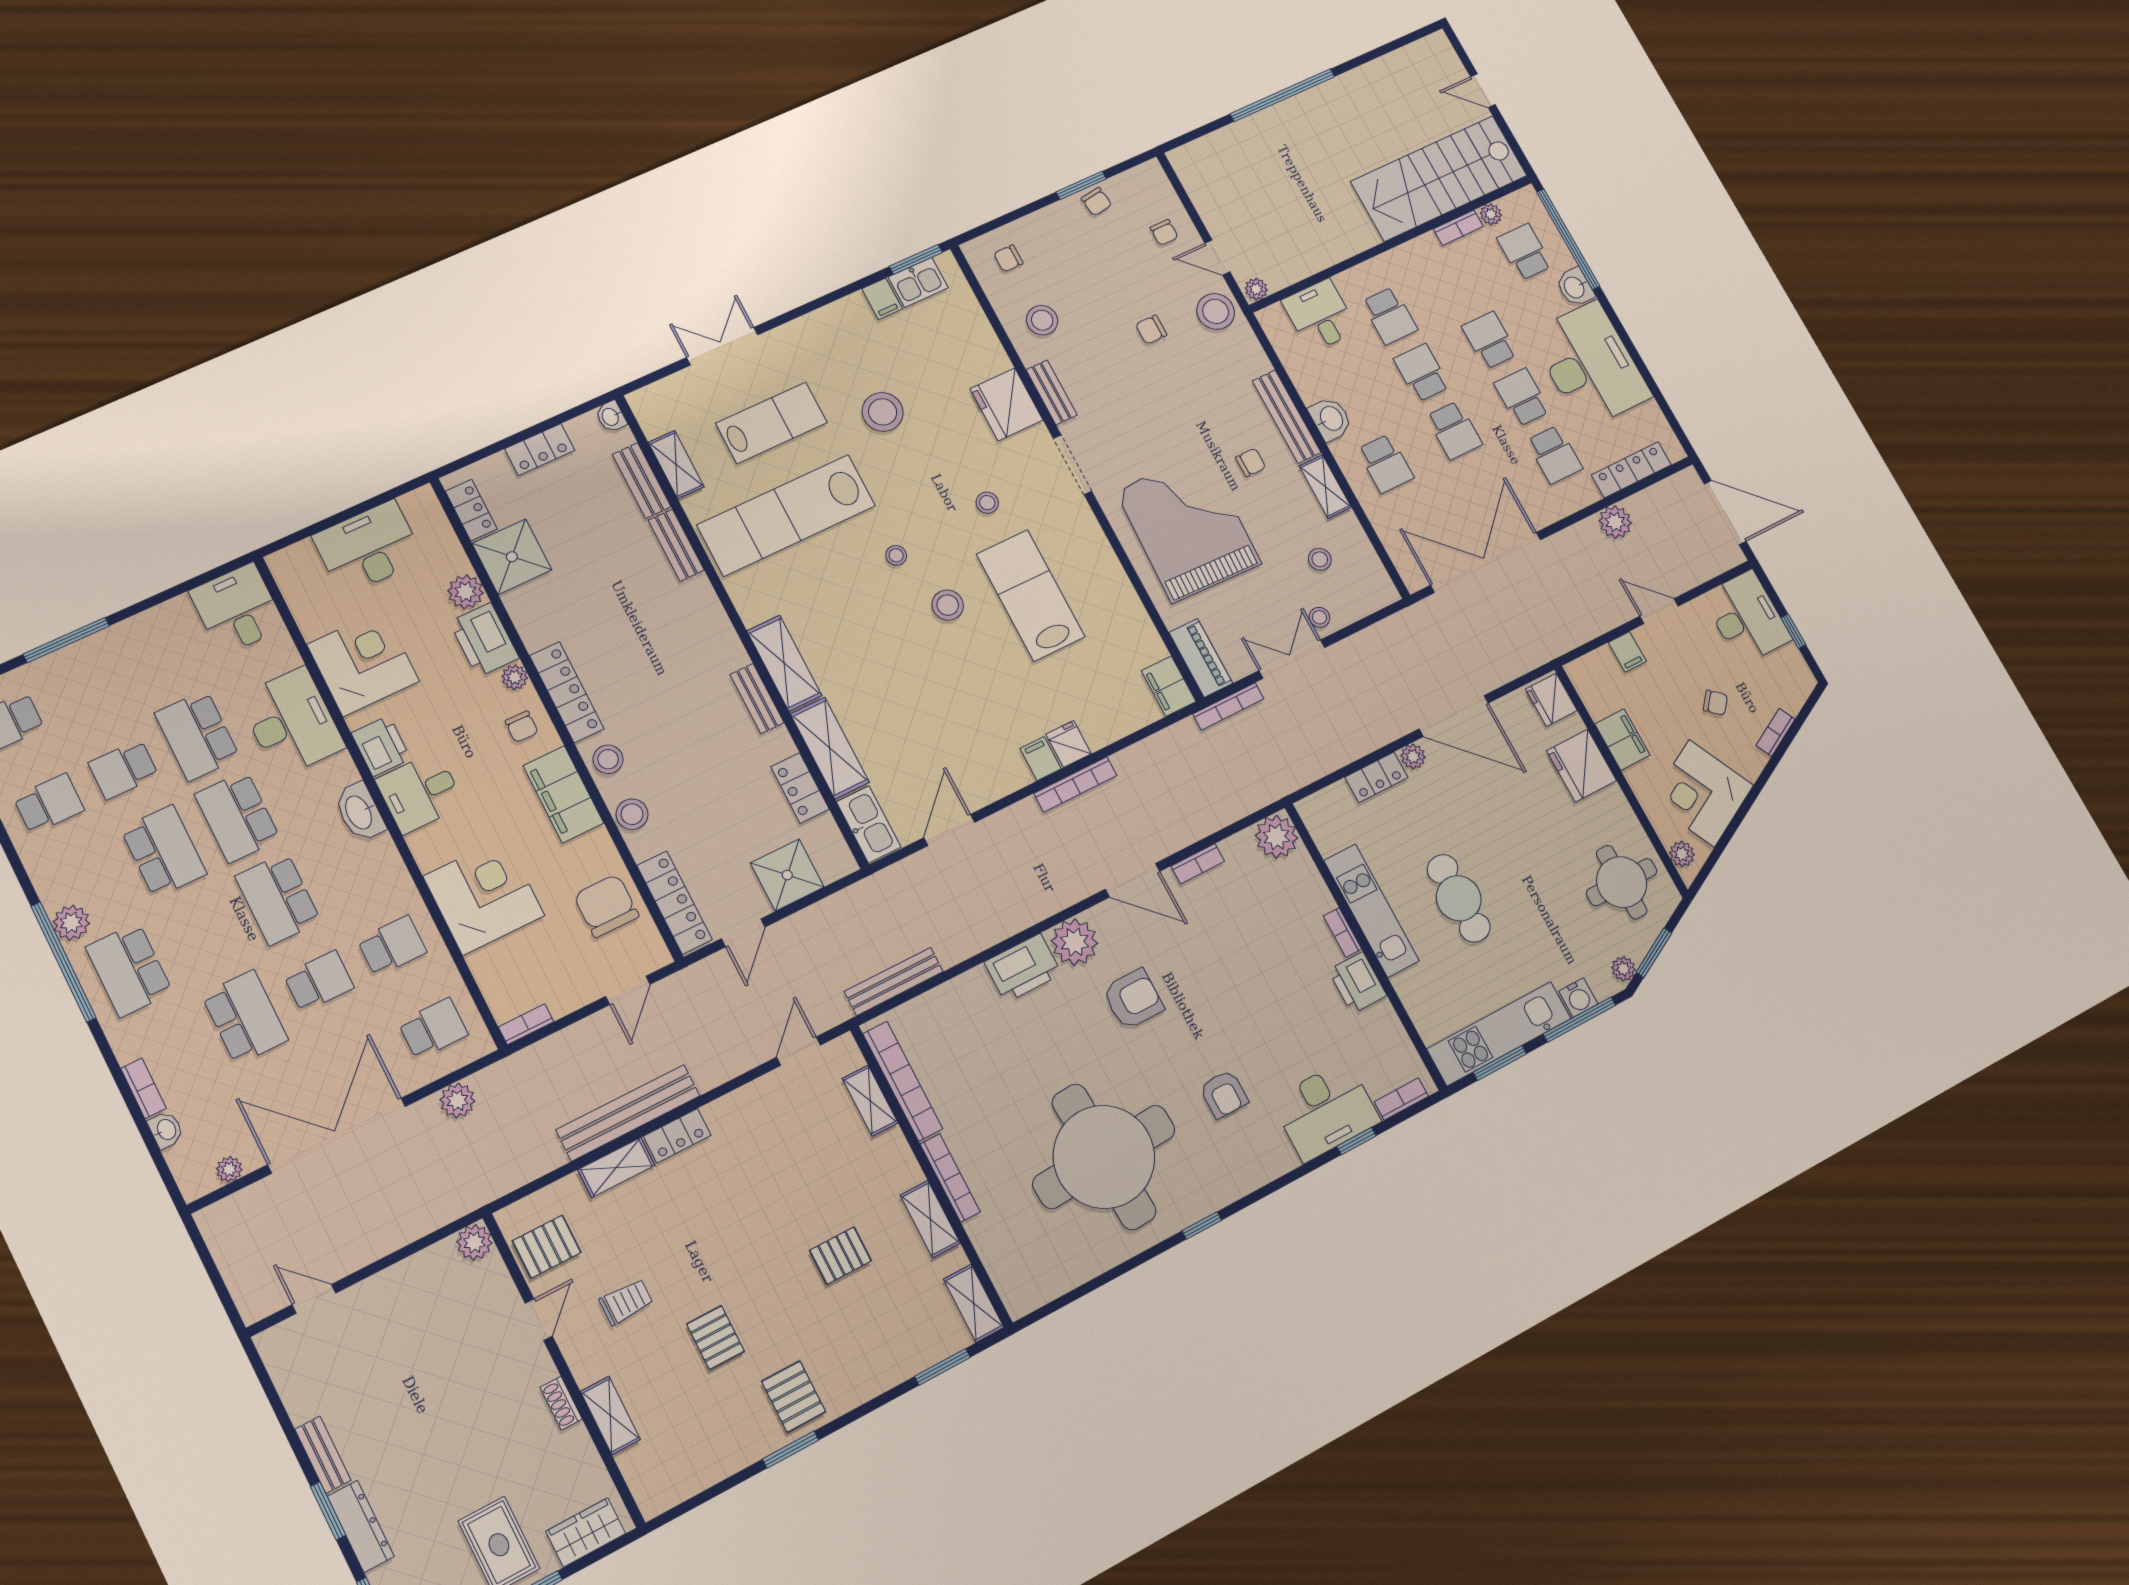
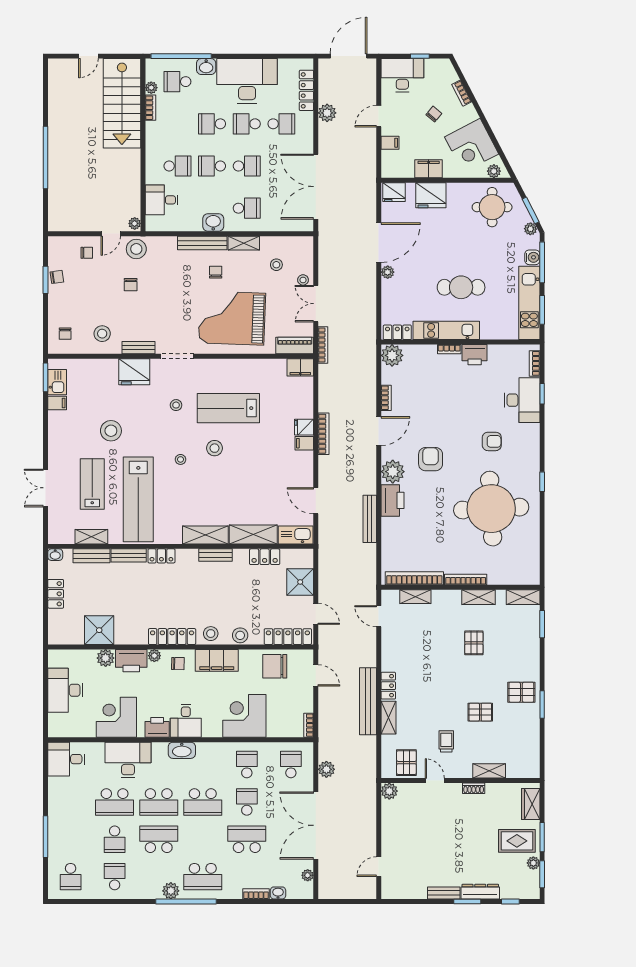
locker: (471, 510) -> (161, 556), moved, turned 180
locker: (1376, 777) -> (397, 332), moved, turned -90
bench: (894, 981) -> (370, 519), moved

